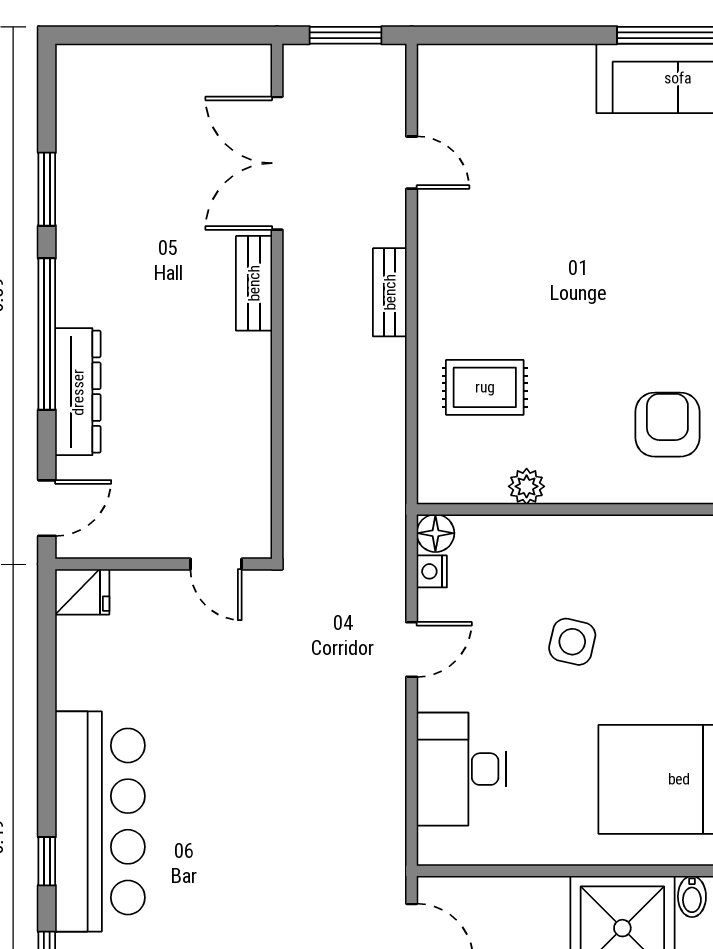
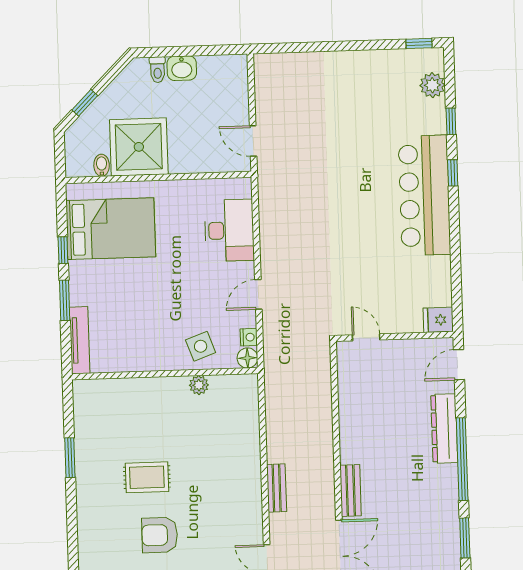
rug: (485, 387) -> (147, 477), moved
armchair: (667, 425) -> (160, 535), moved, turned 90
side table: (572, 642) -> (201, 346), moved, turned -33

